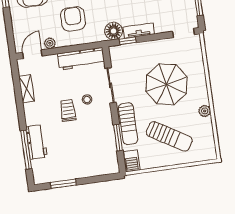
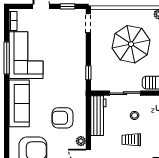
floor lamp: (114, 31) -> (78, 84), removed
tv unit: (139, 31) -> (81, 62), removed
trolley: (68, 110) -> (131, 140), moved

